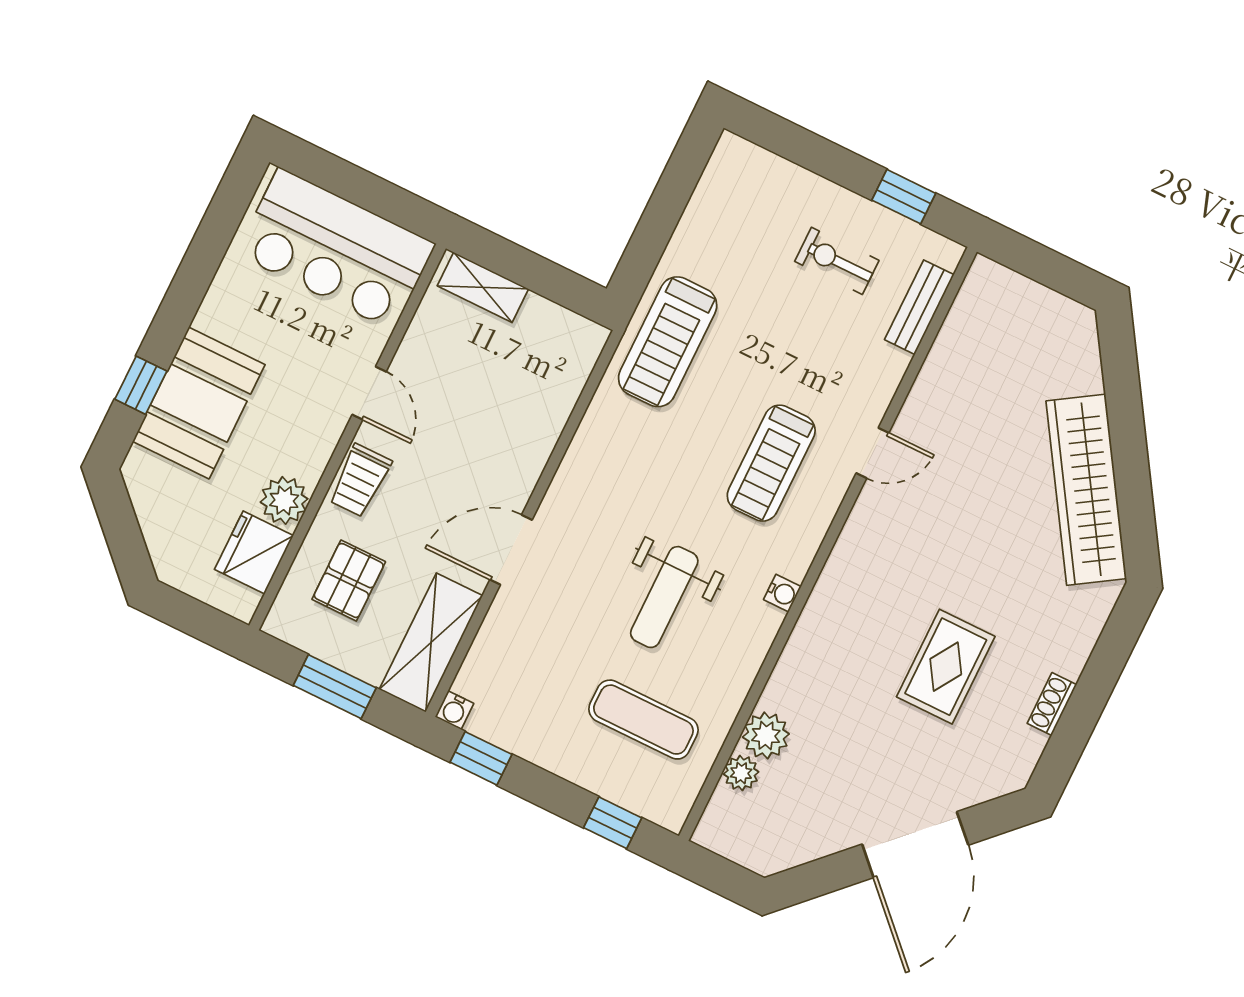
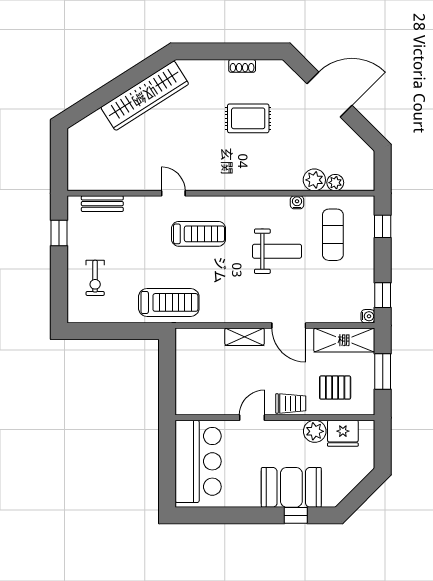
exercise bike: (837, 261) -> (95, 278), moved
shelving: (483, 287) -> (245, 337), moved, turned 90
water cooler: (782, 593) -> (297, 202), moved

